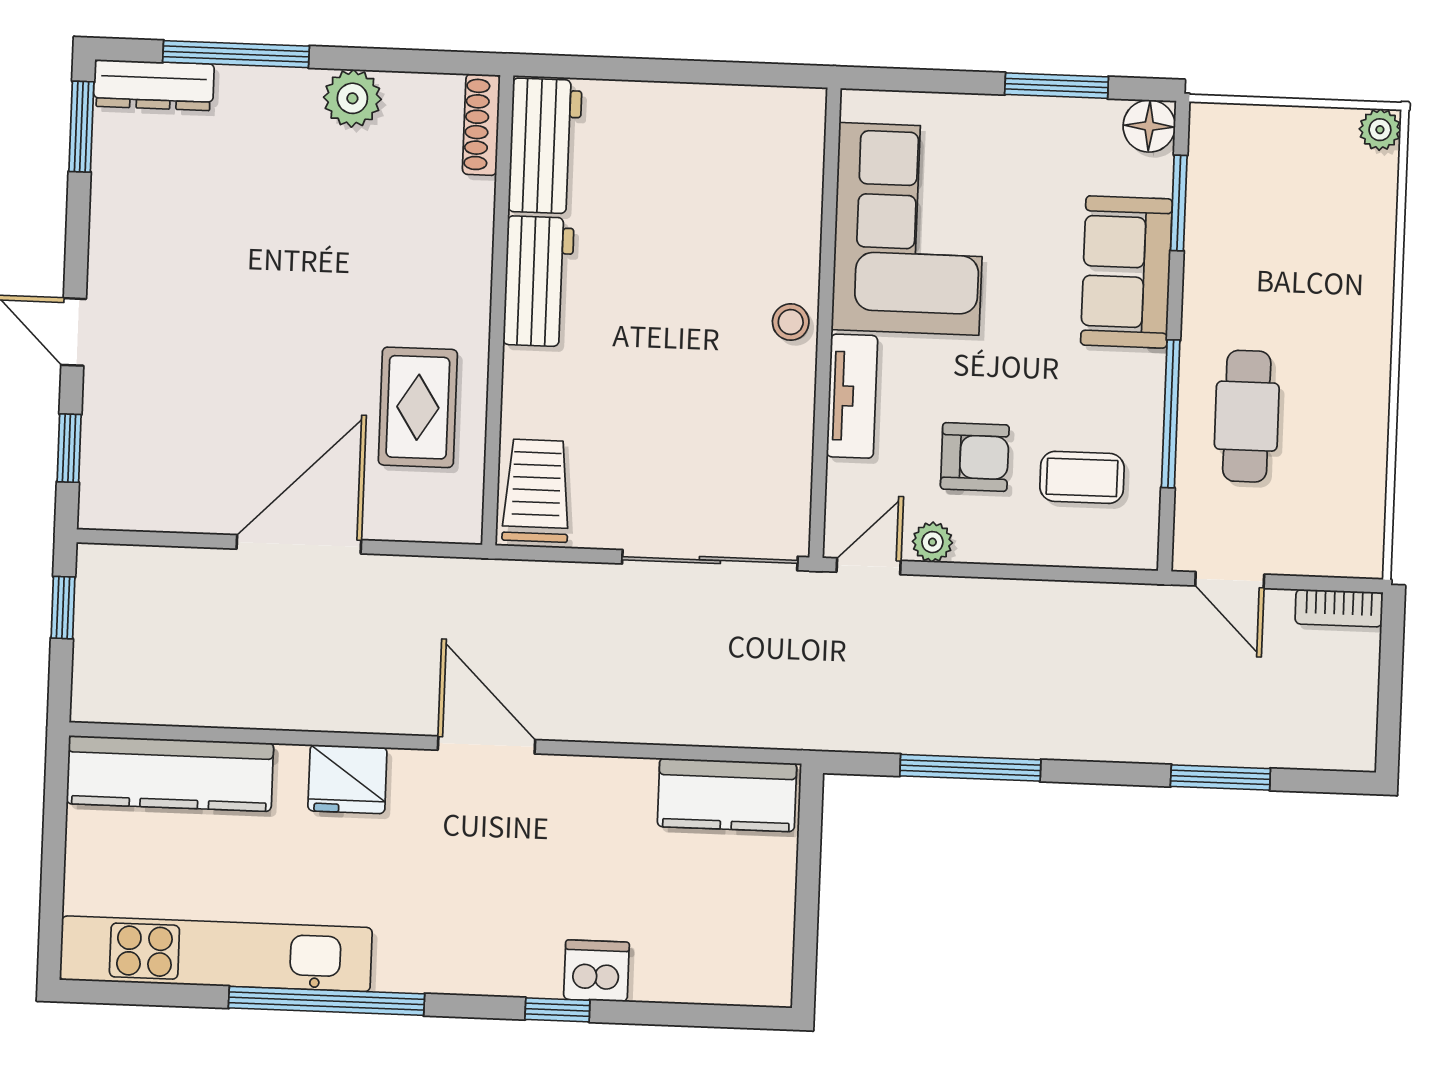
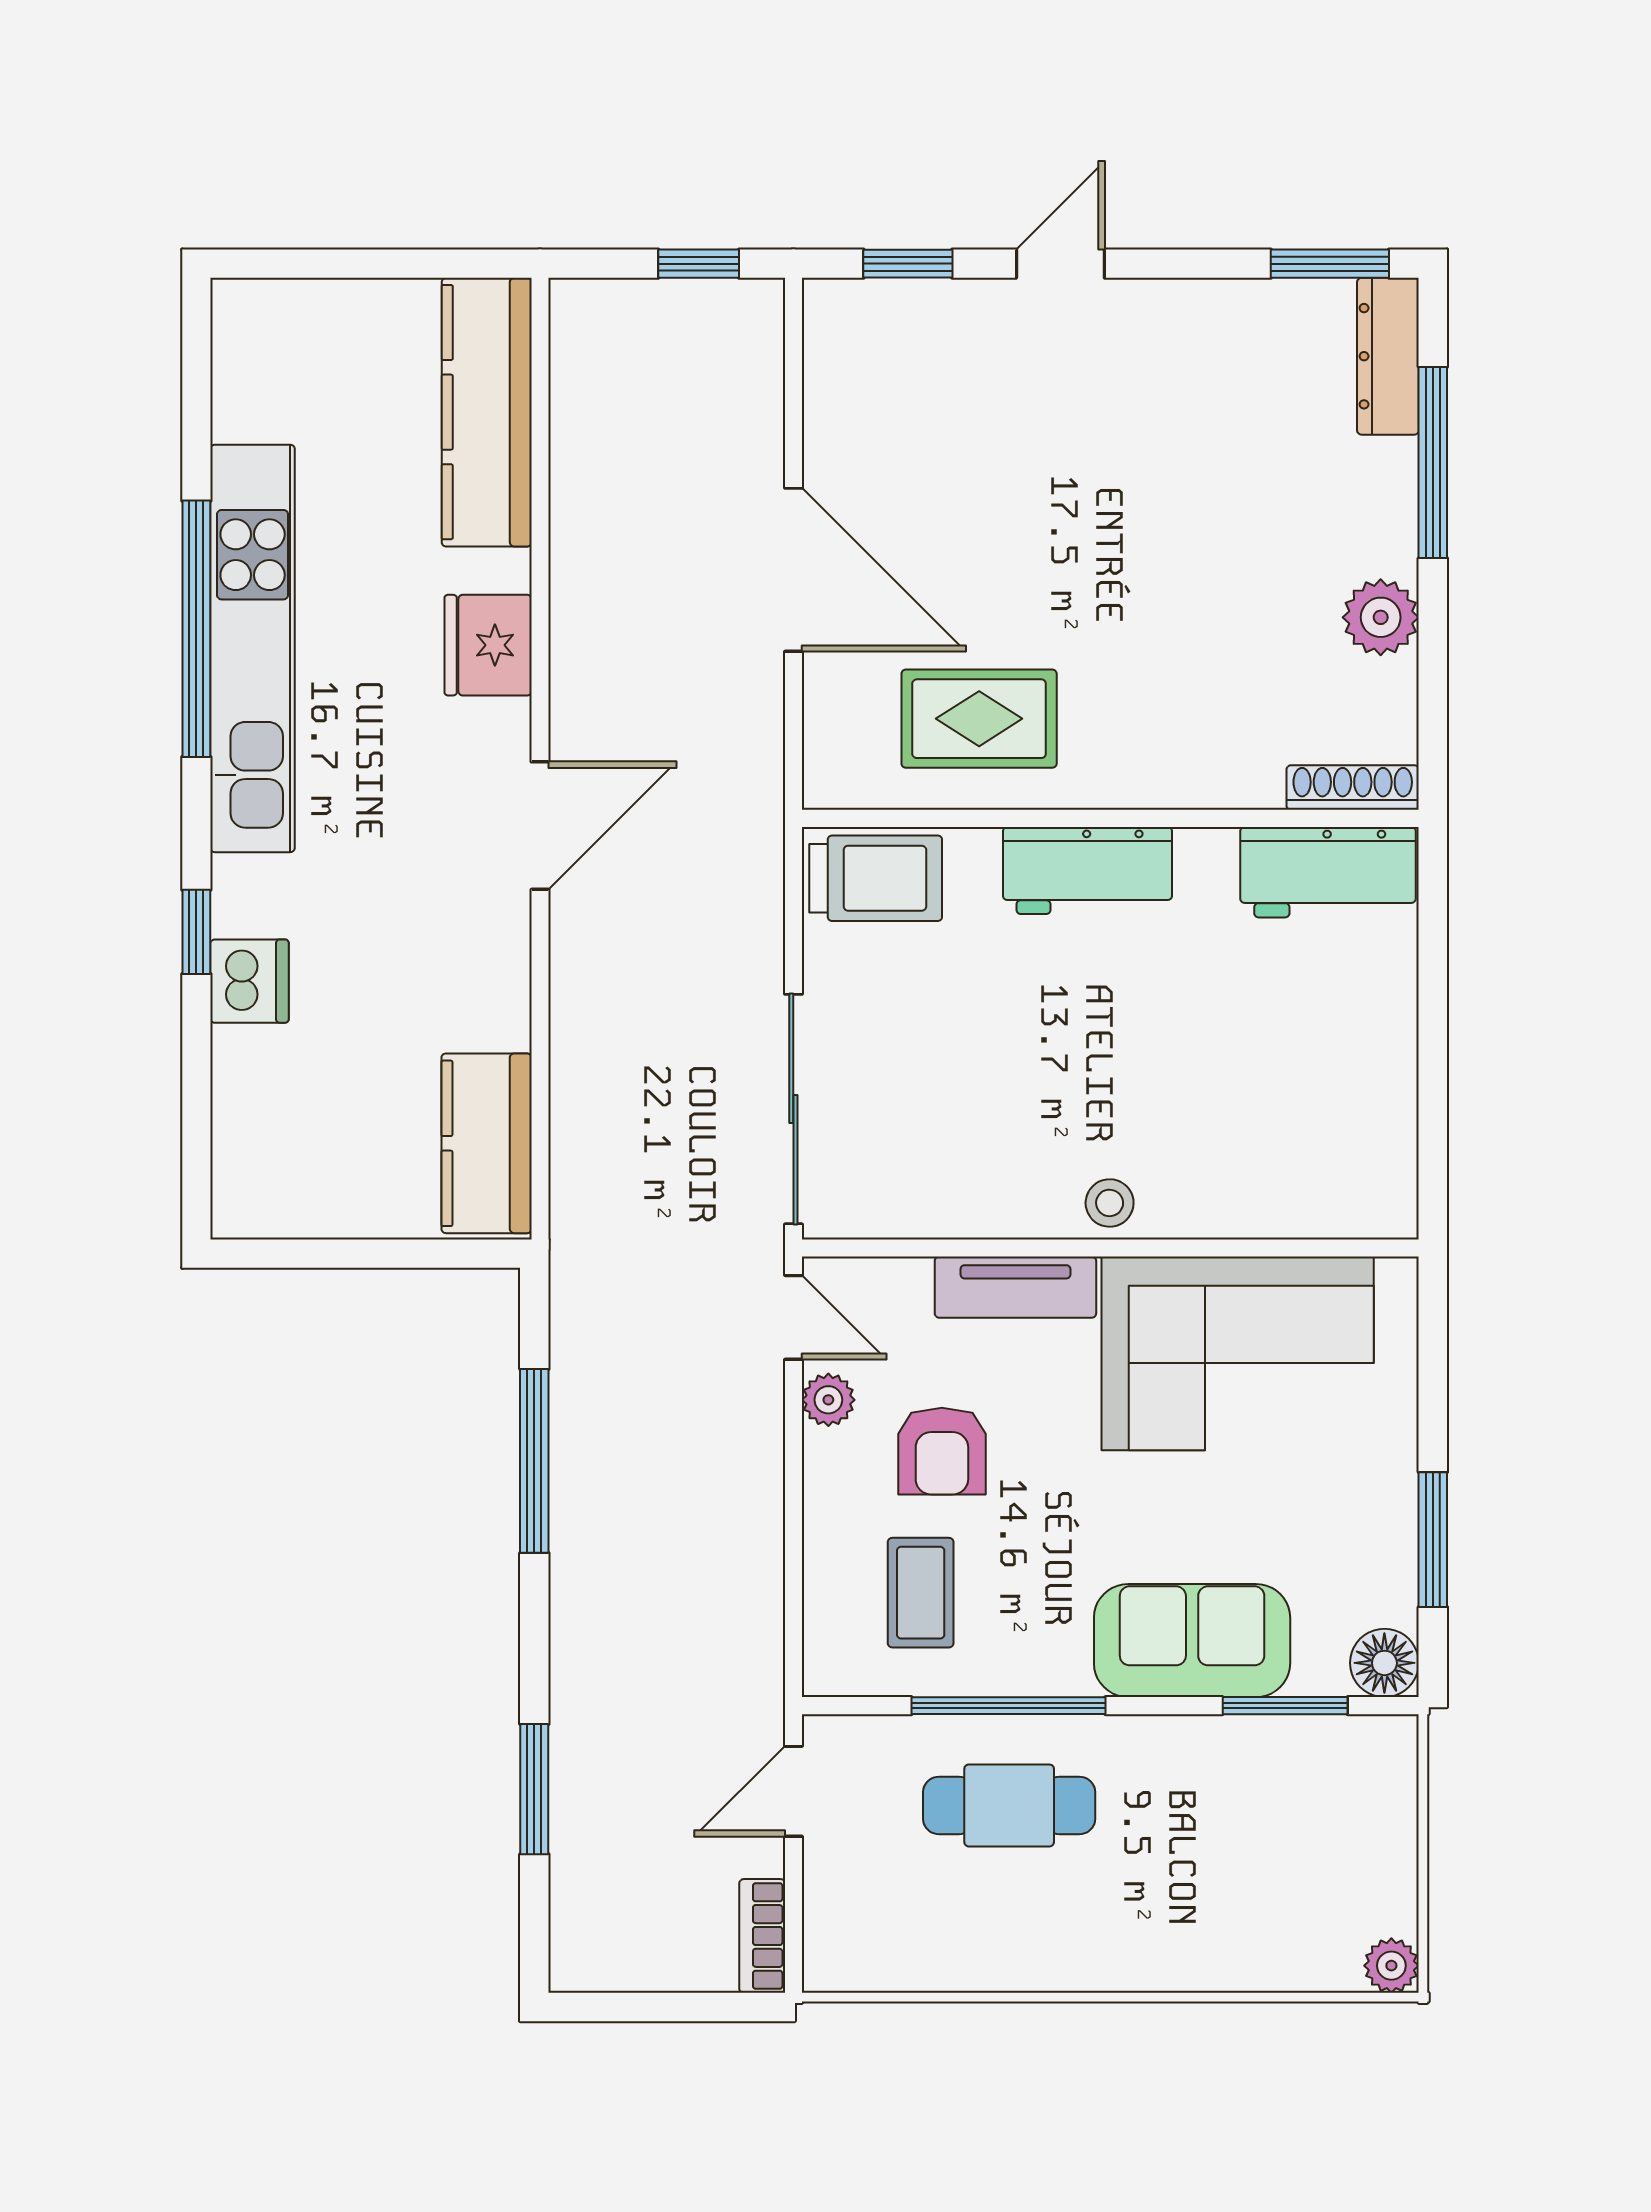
workbench: (539, 281) -> (1087, 871), moved
kitchen unit: (216, 954) -> (253, 648), moved

